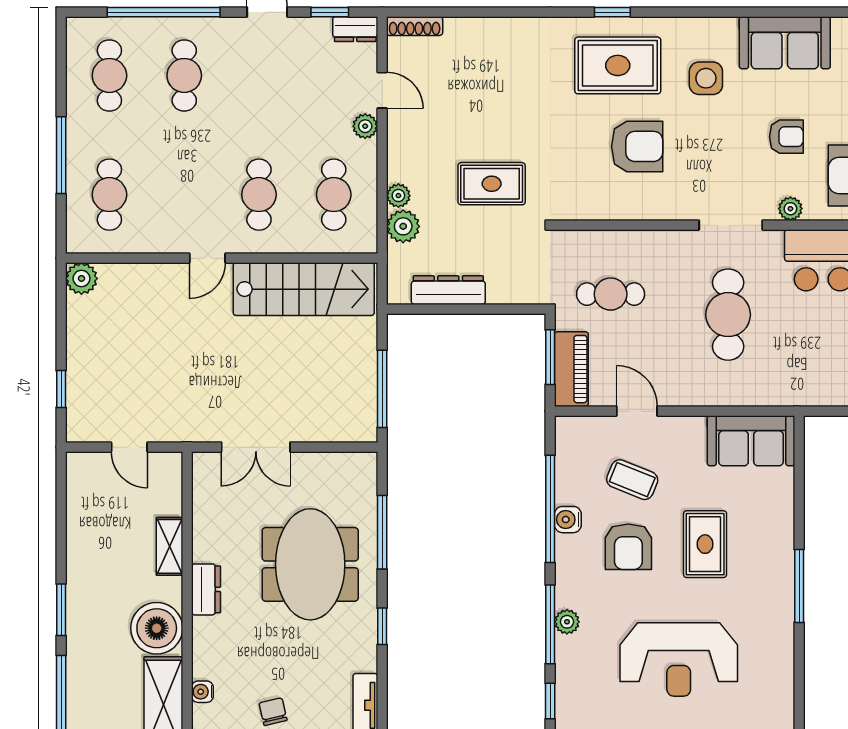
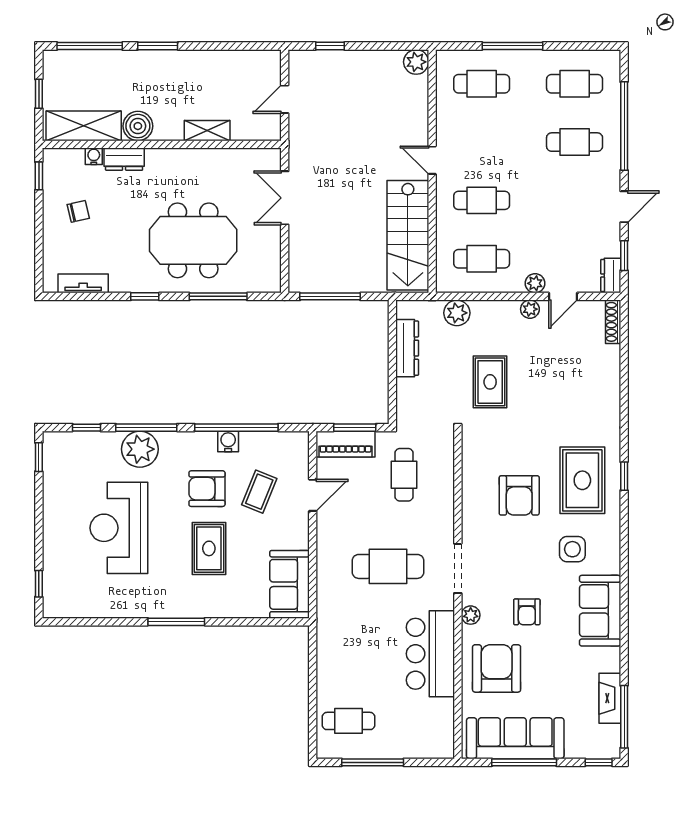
plant: (398, 196) -> (530, 309), moved
rug: (705, 544) -> (209, 548), turned 90
dresser: (206, 589) -> (124, 159), moved
plant: (567, 622) -> (140, 449), width x1.88, depth x1.88
boiler: (157, 628) -> (138, 126), width x0.73, depth x0.73

